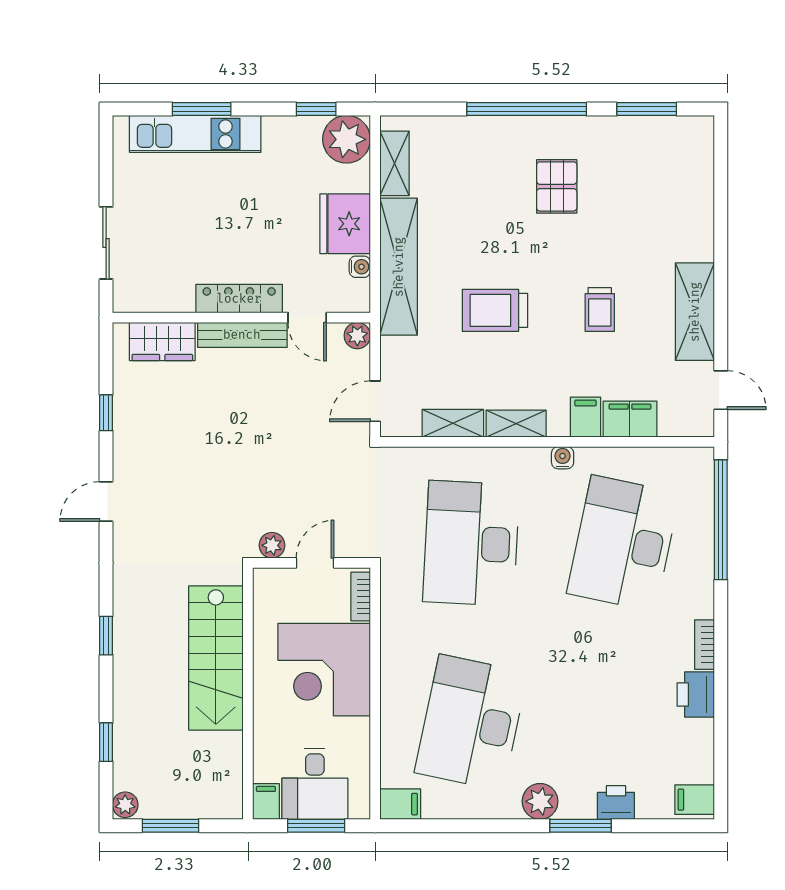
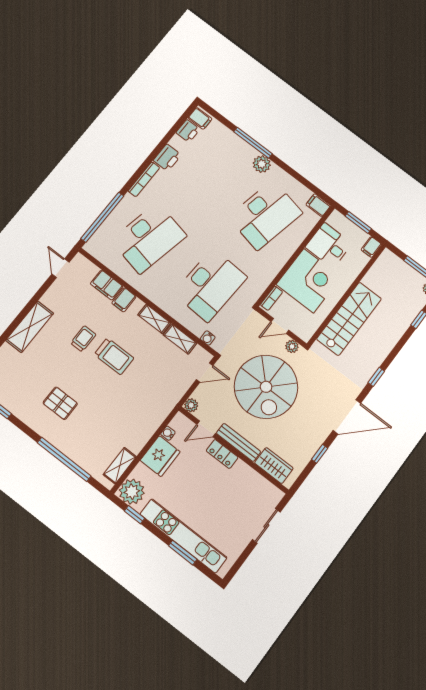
window: (527, 109) -> (64, 459), moved
kitchen unit: (195, 134) -> (183, 536), width x1.36
pallet: (557, 186) -> (60, 403), turned 90
shelving: (399, 267) -> (152, 421), removed
locker: (239, 299) -> (222, 454), width x0.66
trolley: (495, 310) -> (114, 356), moved
shelving: (695, 312) -> (30, 327), moved
door: (307, 318) -> (206, 429), swing flipped
spiral stairs: (265, 452) -> (266, 387), added
water cooler: (563, 458) -> (208, 338), moved
door: (106, 501) -> (347, 417), width x1.88
window: (106, 636) -> (376, 377), moved
bookcase: (704, 645) -> (144, 179), width x1.56
desk: (315, 784) -> (329, 245), moved, turned -90
printer: (616, 802) -> (188, 131), moved, turned -90
window: (580, 826) -> (253, 143), width x1.44

